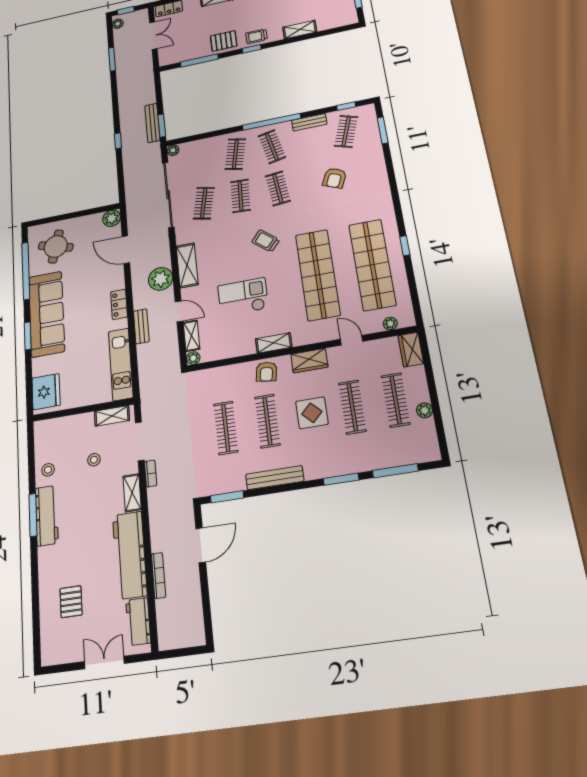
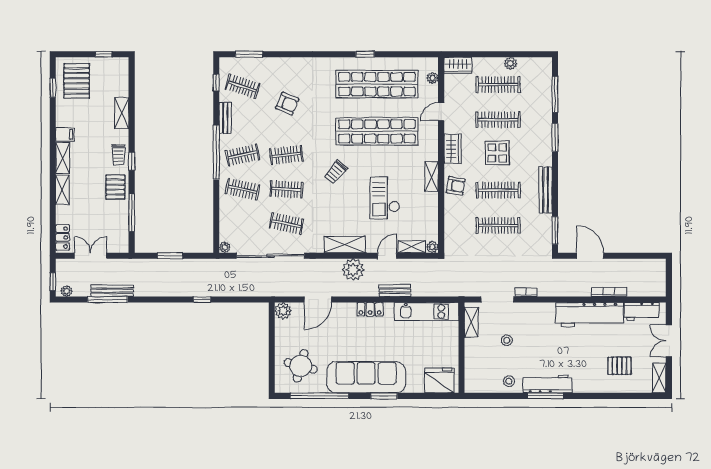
window: (112, 59) -> (108, 300), width x1.44
bench: (152, 123) -> (112, 291), moved
window: (162, 126) -> (170, 256), moved
shelving: (132, 493) -> (659, 378), moved, turned 90

